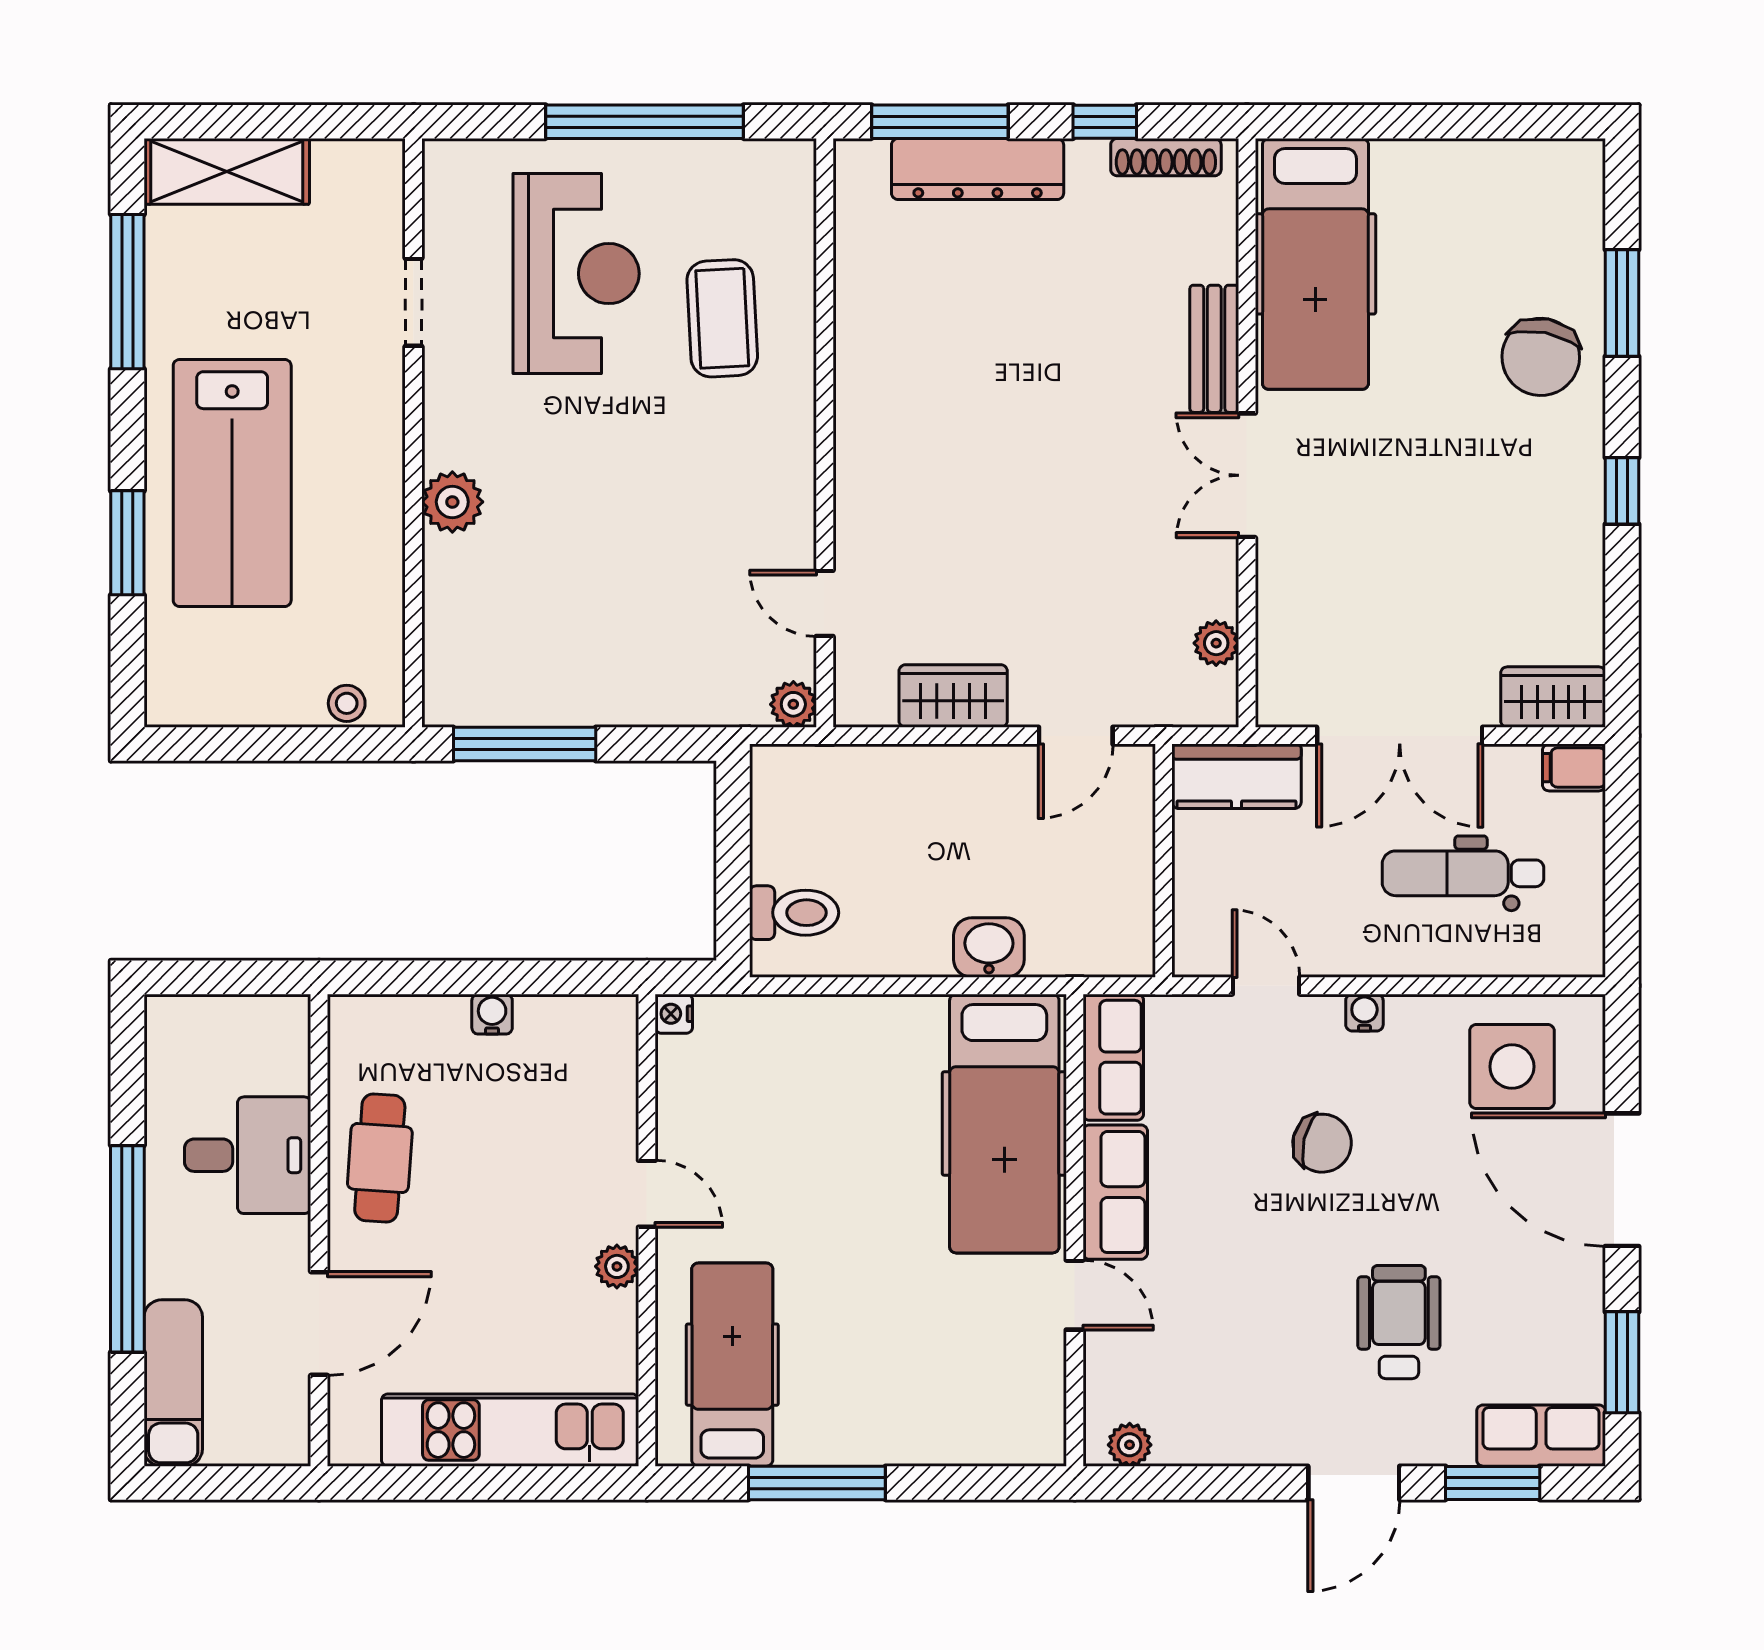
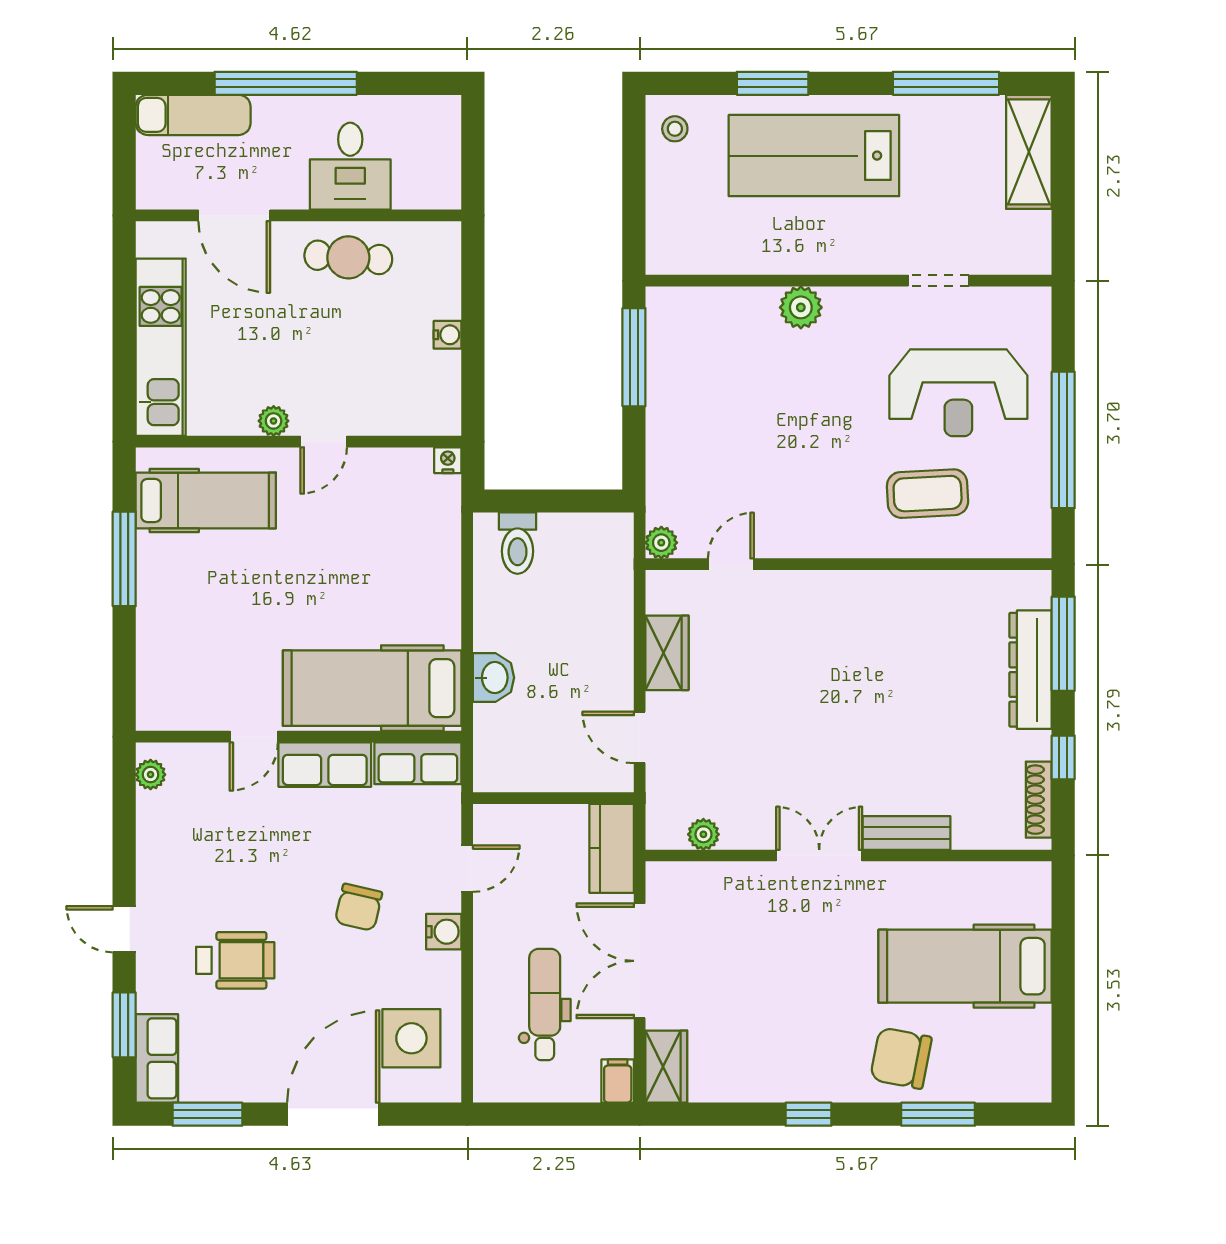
hospital bed: (1315, 264) -> (965, 966), moved
stool: (347, 703) -> (675, 129), moved
water cooler: (1364, 1013) -> (444, 932), width x1.38, depth x1.38
door: (1354, 1483) -> (124, 929), width x0.73

